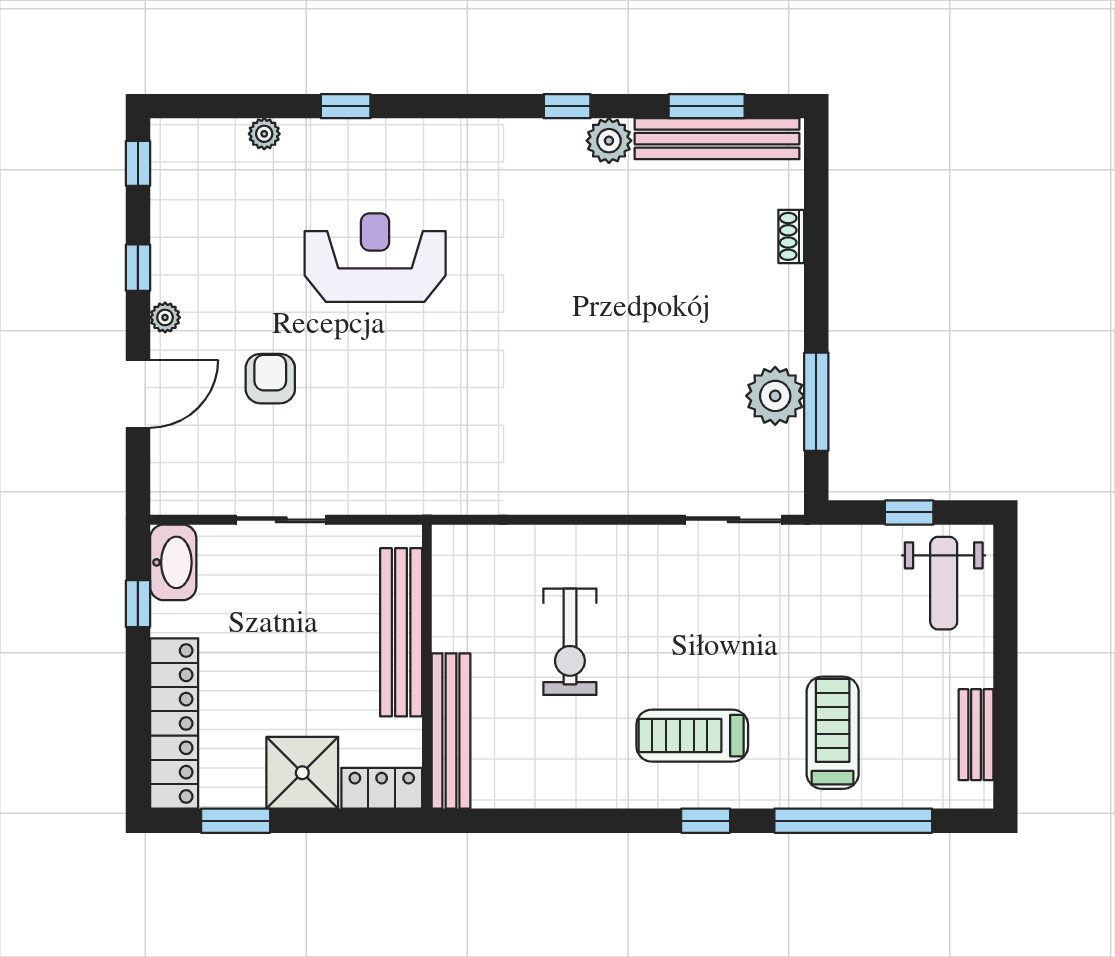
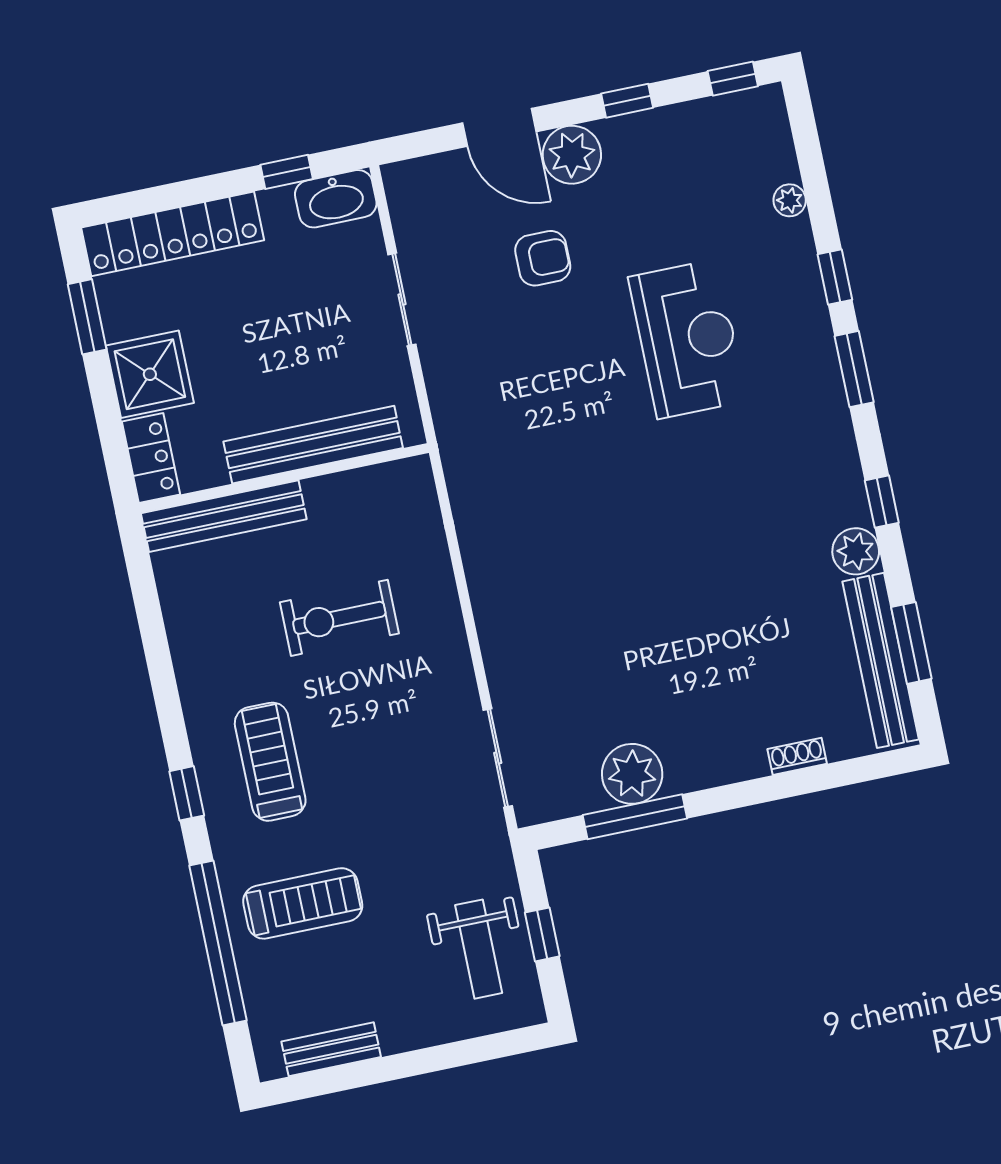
window: (436, 106) -> (854, 369), added
plant: (165, 317) -> (572, 155), width x1.87, depth x1.87
weight bench: (944, 583) -> (479, 949), moved, turned -90

